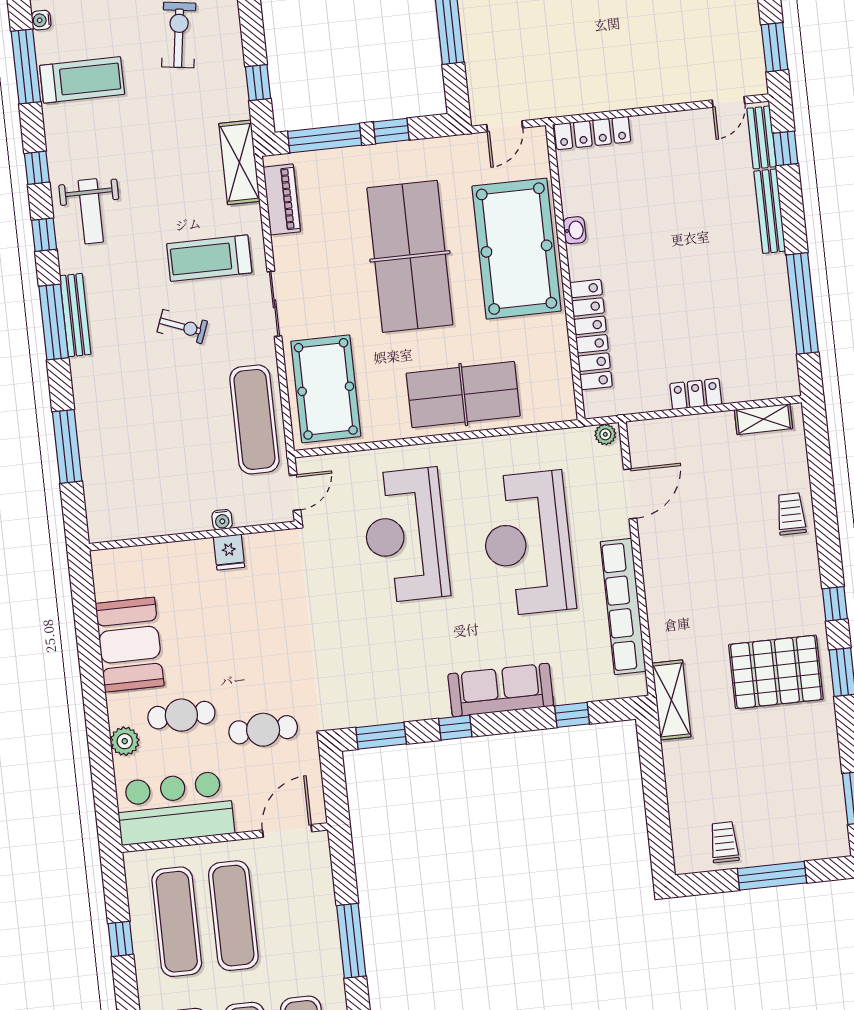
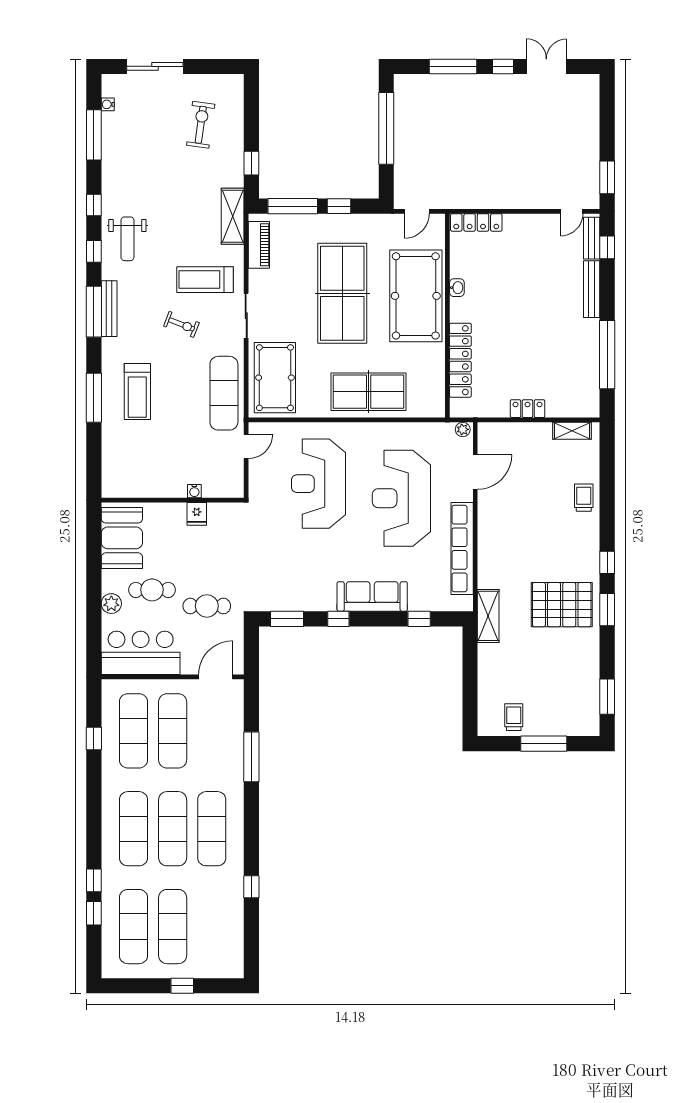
treadmill: (82, 80) -> (137, 391), moved, turned 90
water cooler: (222, 520) -> (194, 491), moved
wall: (192, 536) -> (173, 500), moved
fridge: (229, 552) -> (197, 514), moved

